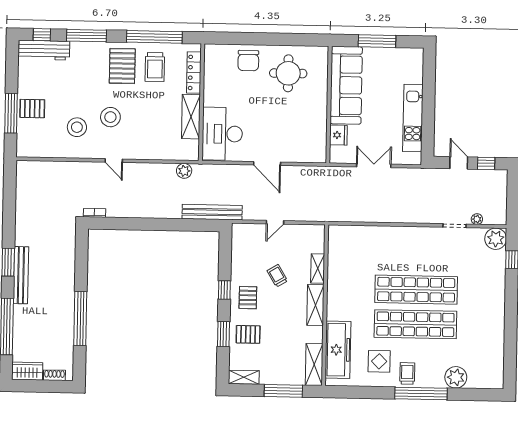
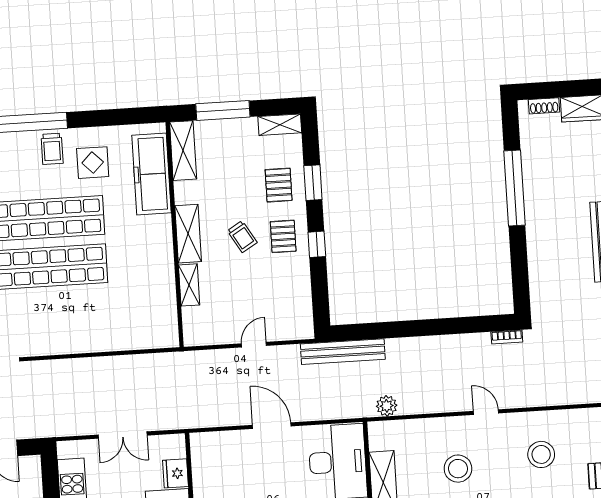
stool: (110, 117) -> (458, 469), moved
trolley: (277, 276) -> (242, 237), moved
pallet: (248, 334) -> (279, 185), turned 90

